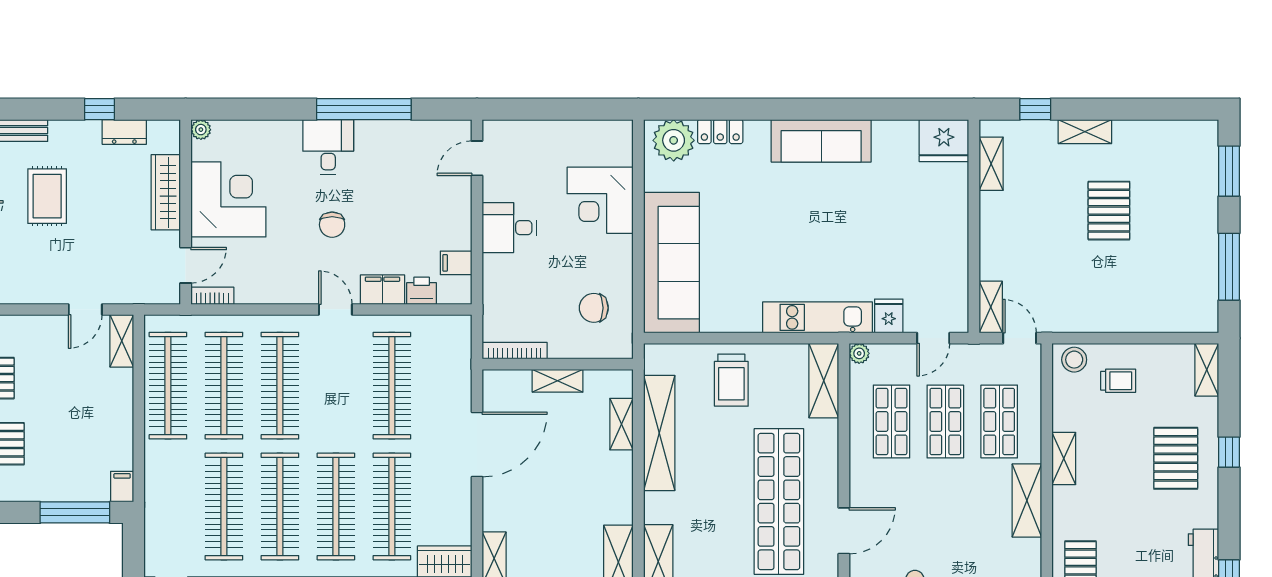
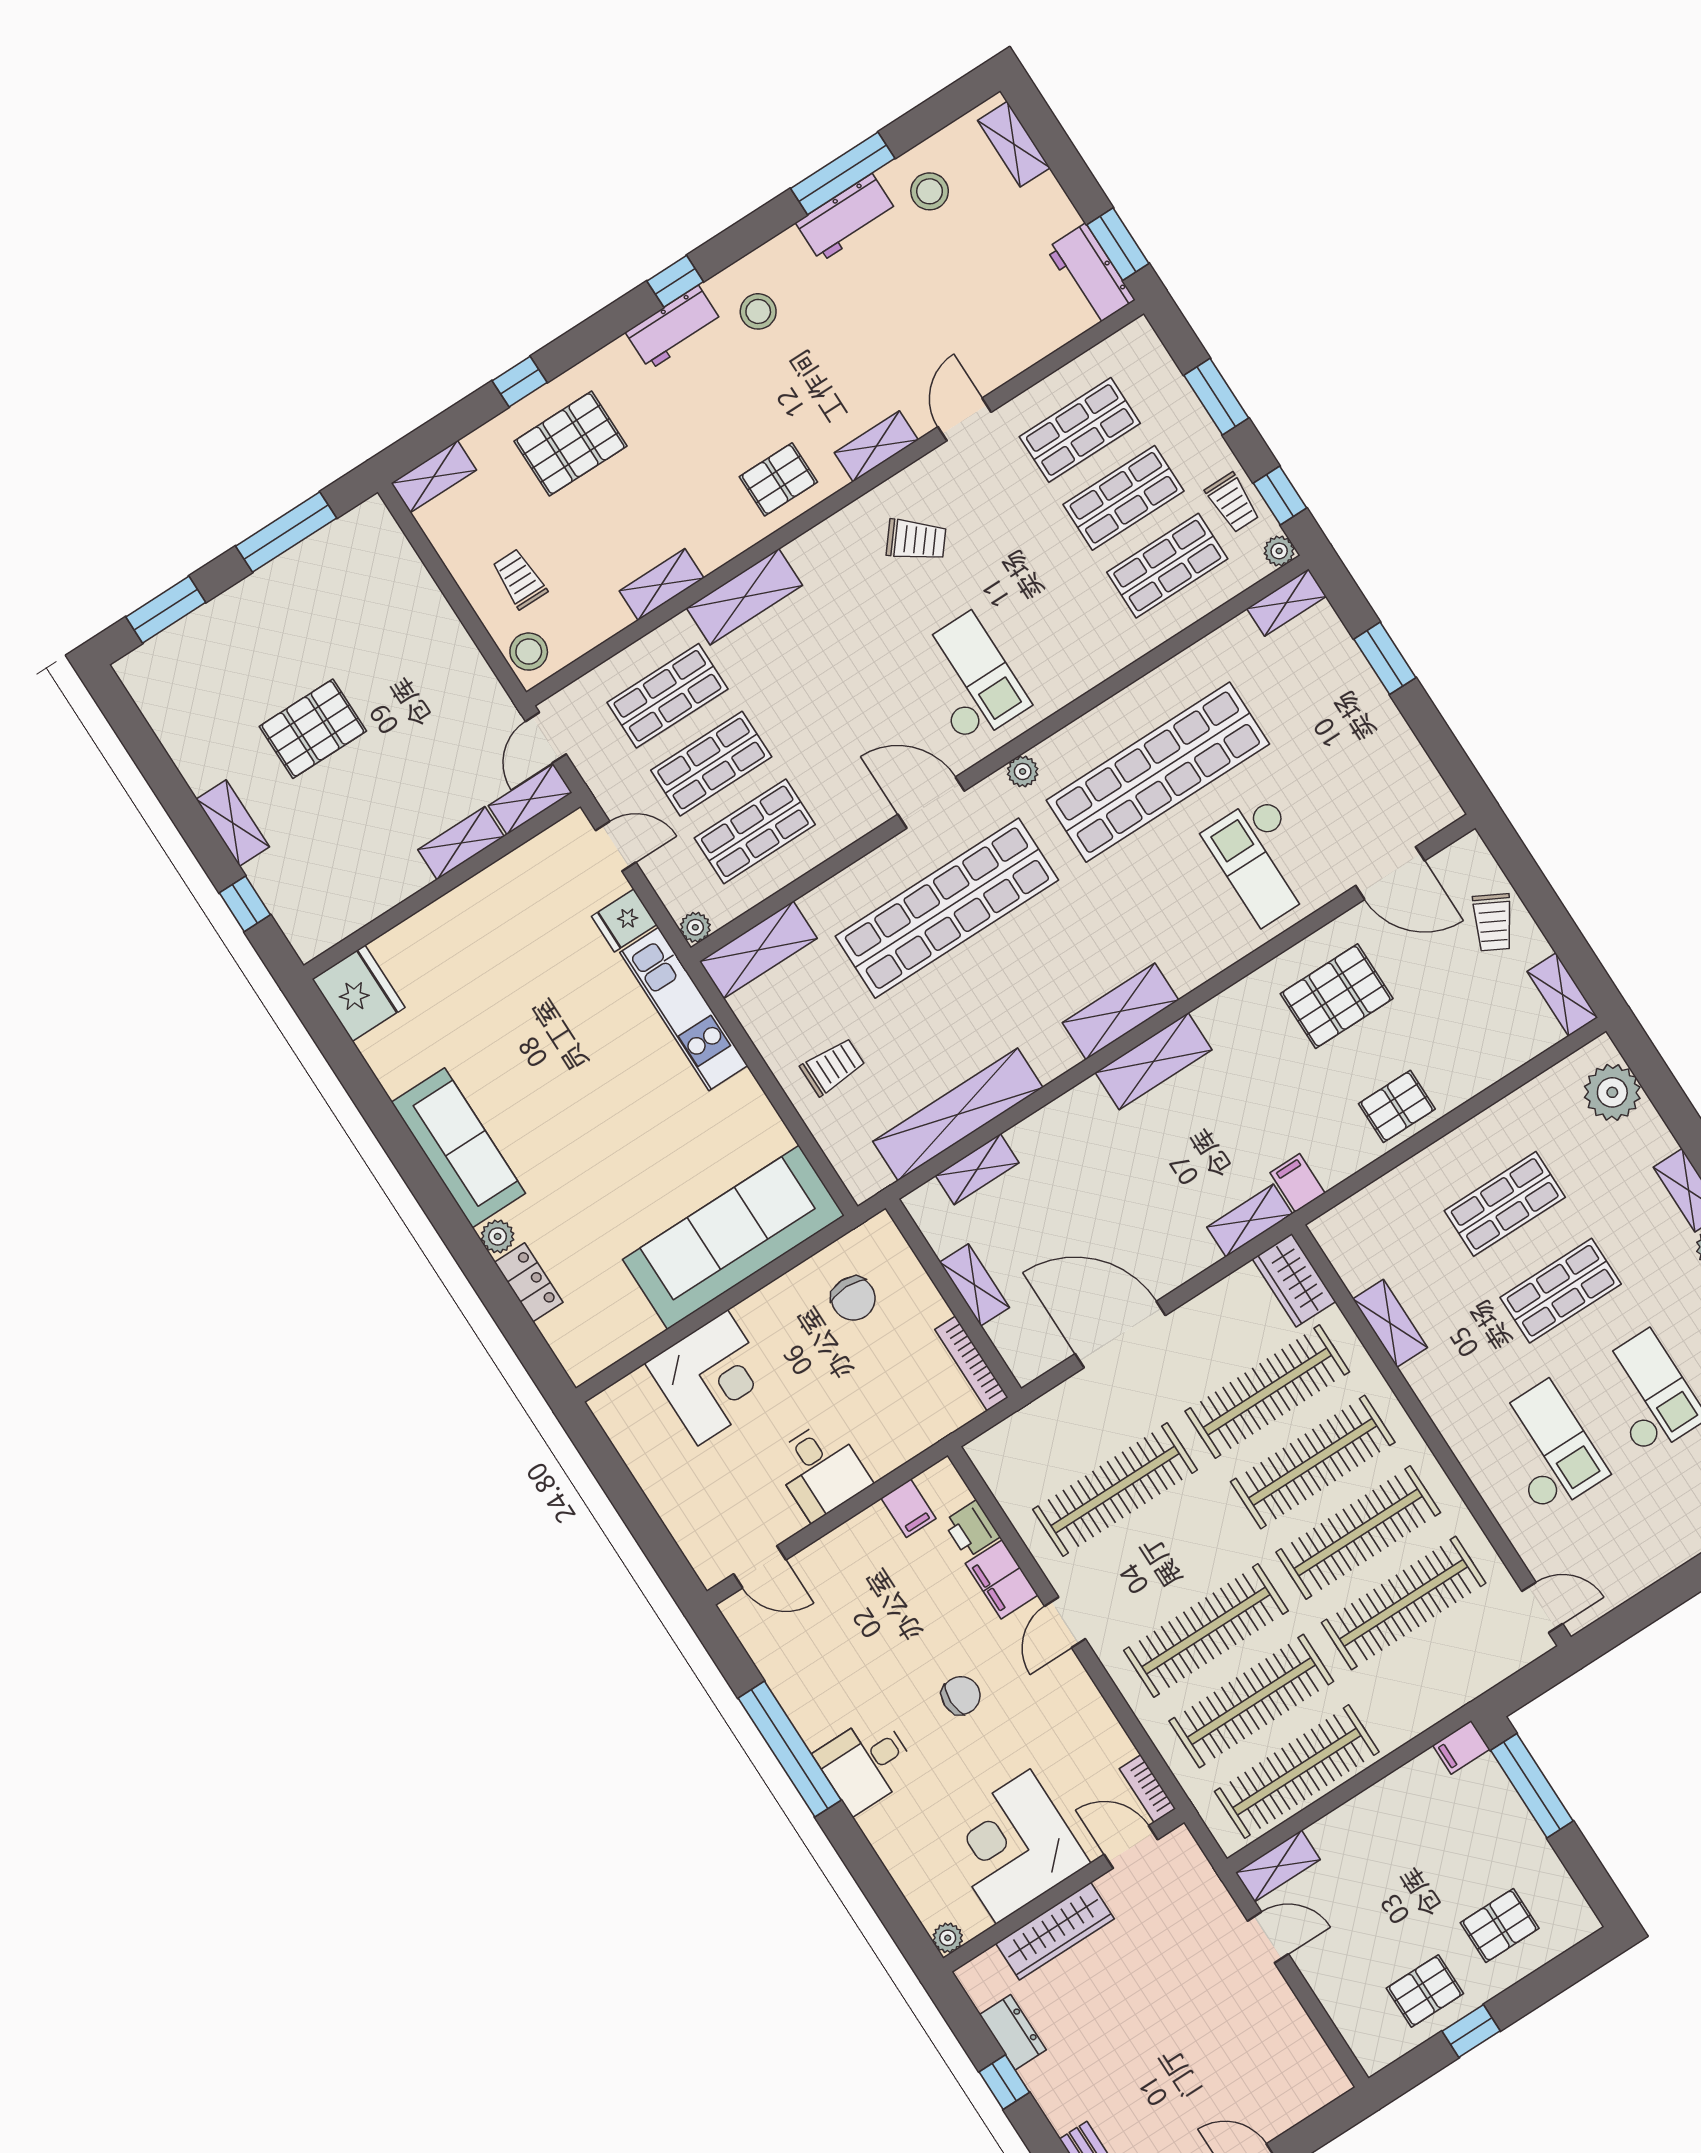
plant: (674, 140) -> (498, 1236), moved, width x0.53, depth x0.53
shelving: (991, 164) -> (461, 843), moved
rug: (47, 196) -> (1156, 2077), removed
trolley: (731, 380) -> (833, 1067), width x0.73, depth x0.72

